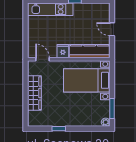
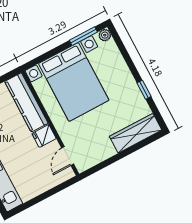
bed with nightstands: (87, 80) -> (74, 82), width x1.36
wardrobe: (34, 93) -> (136, 133), moved

